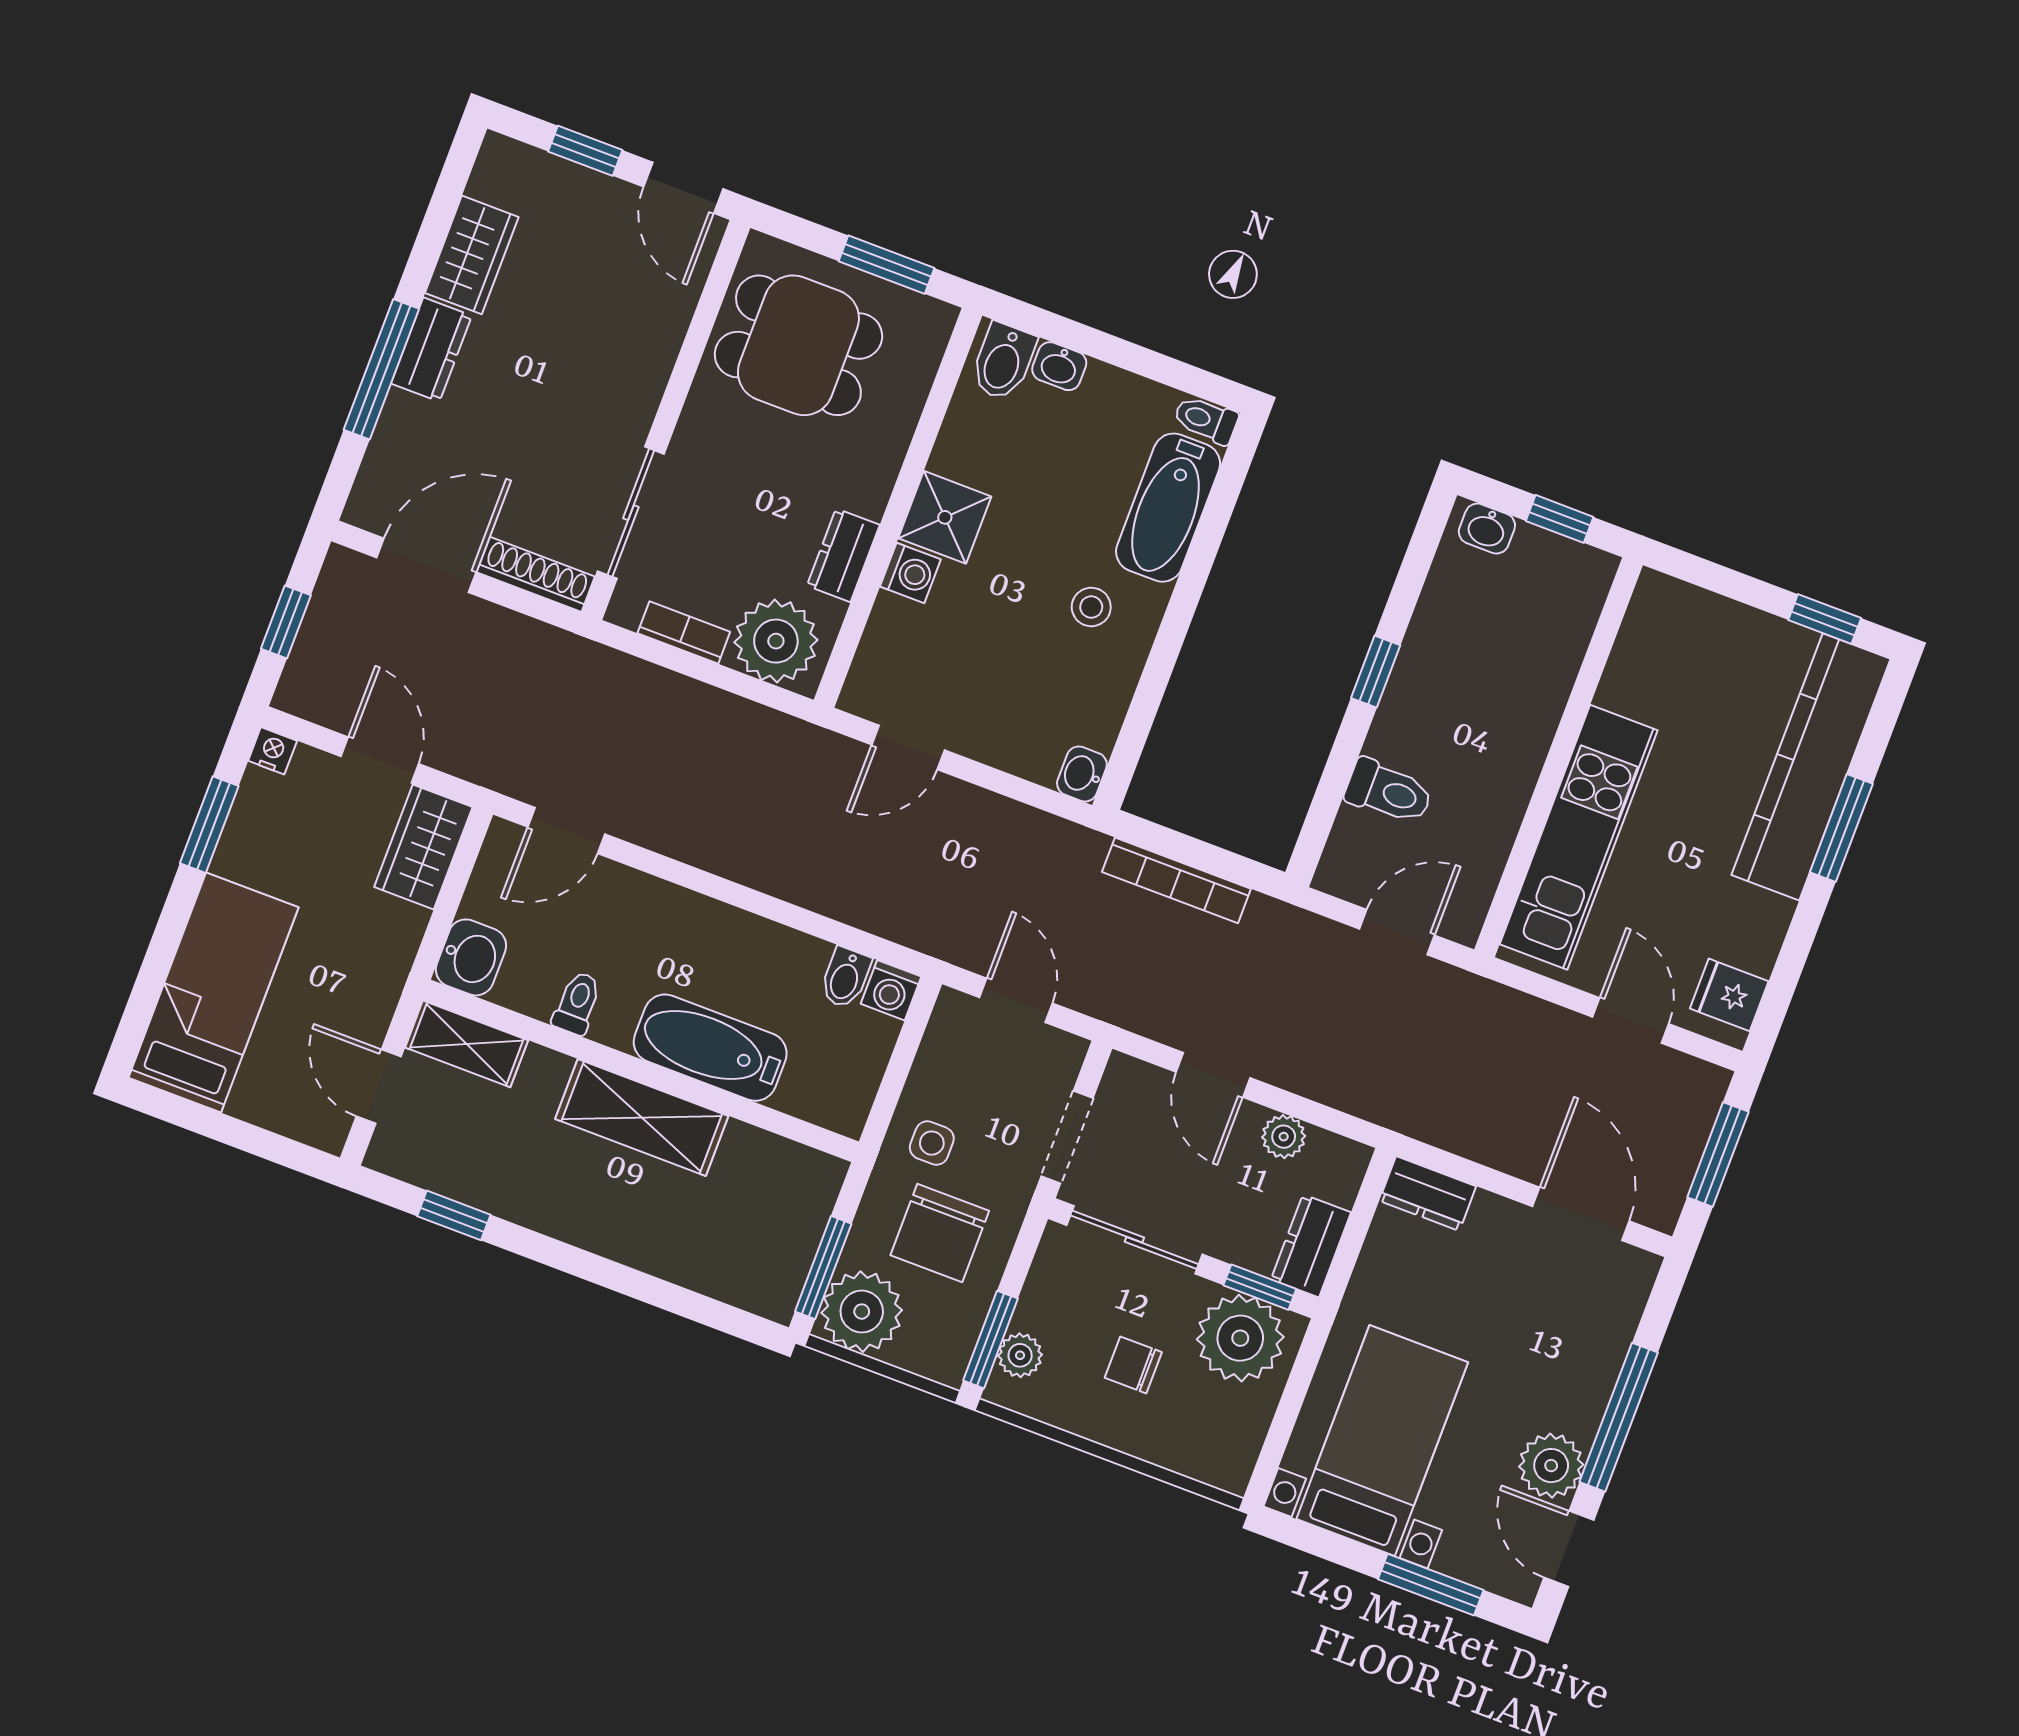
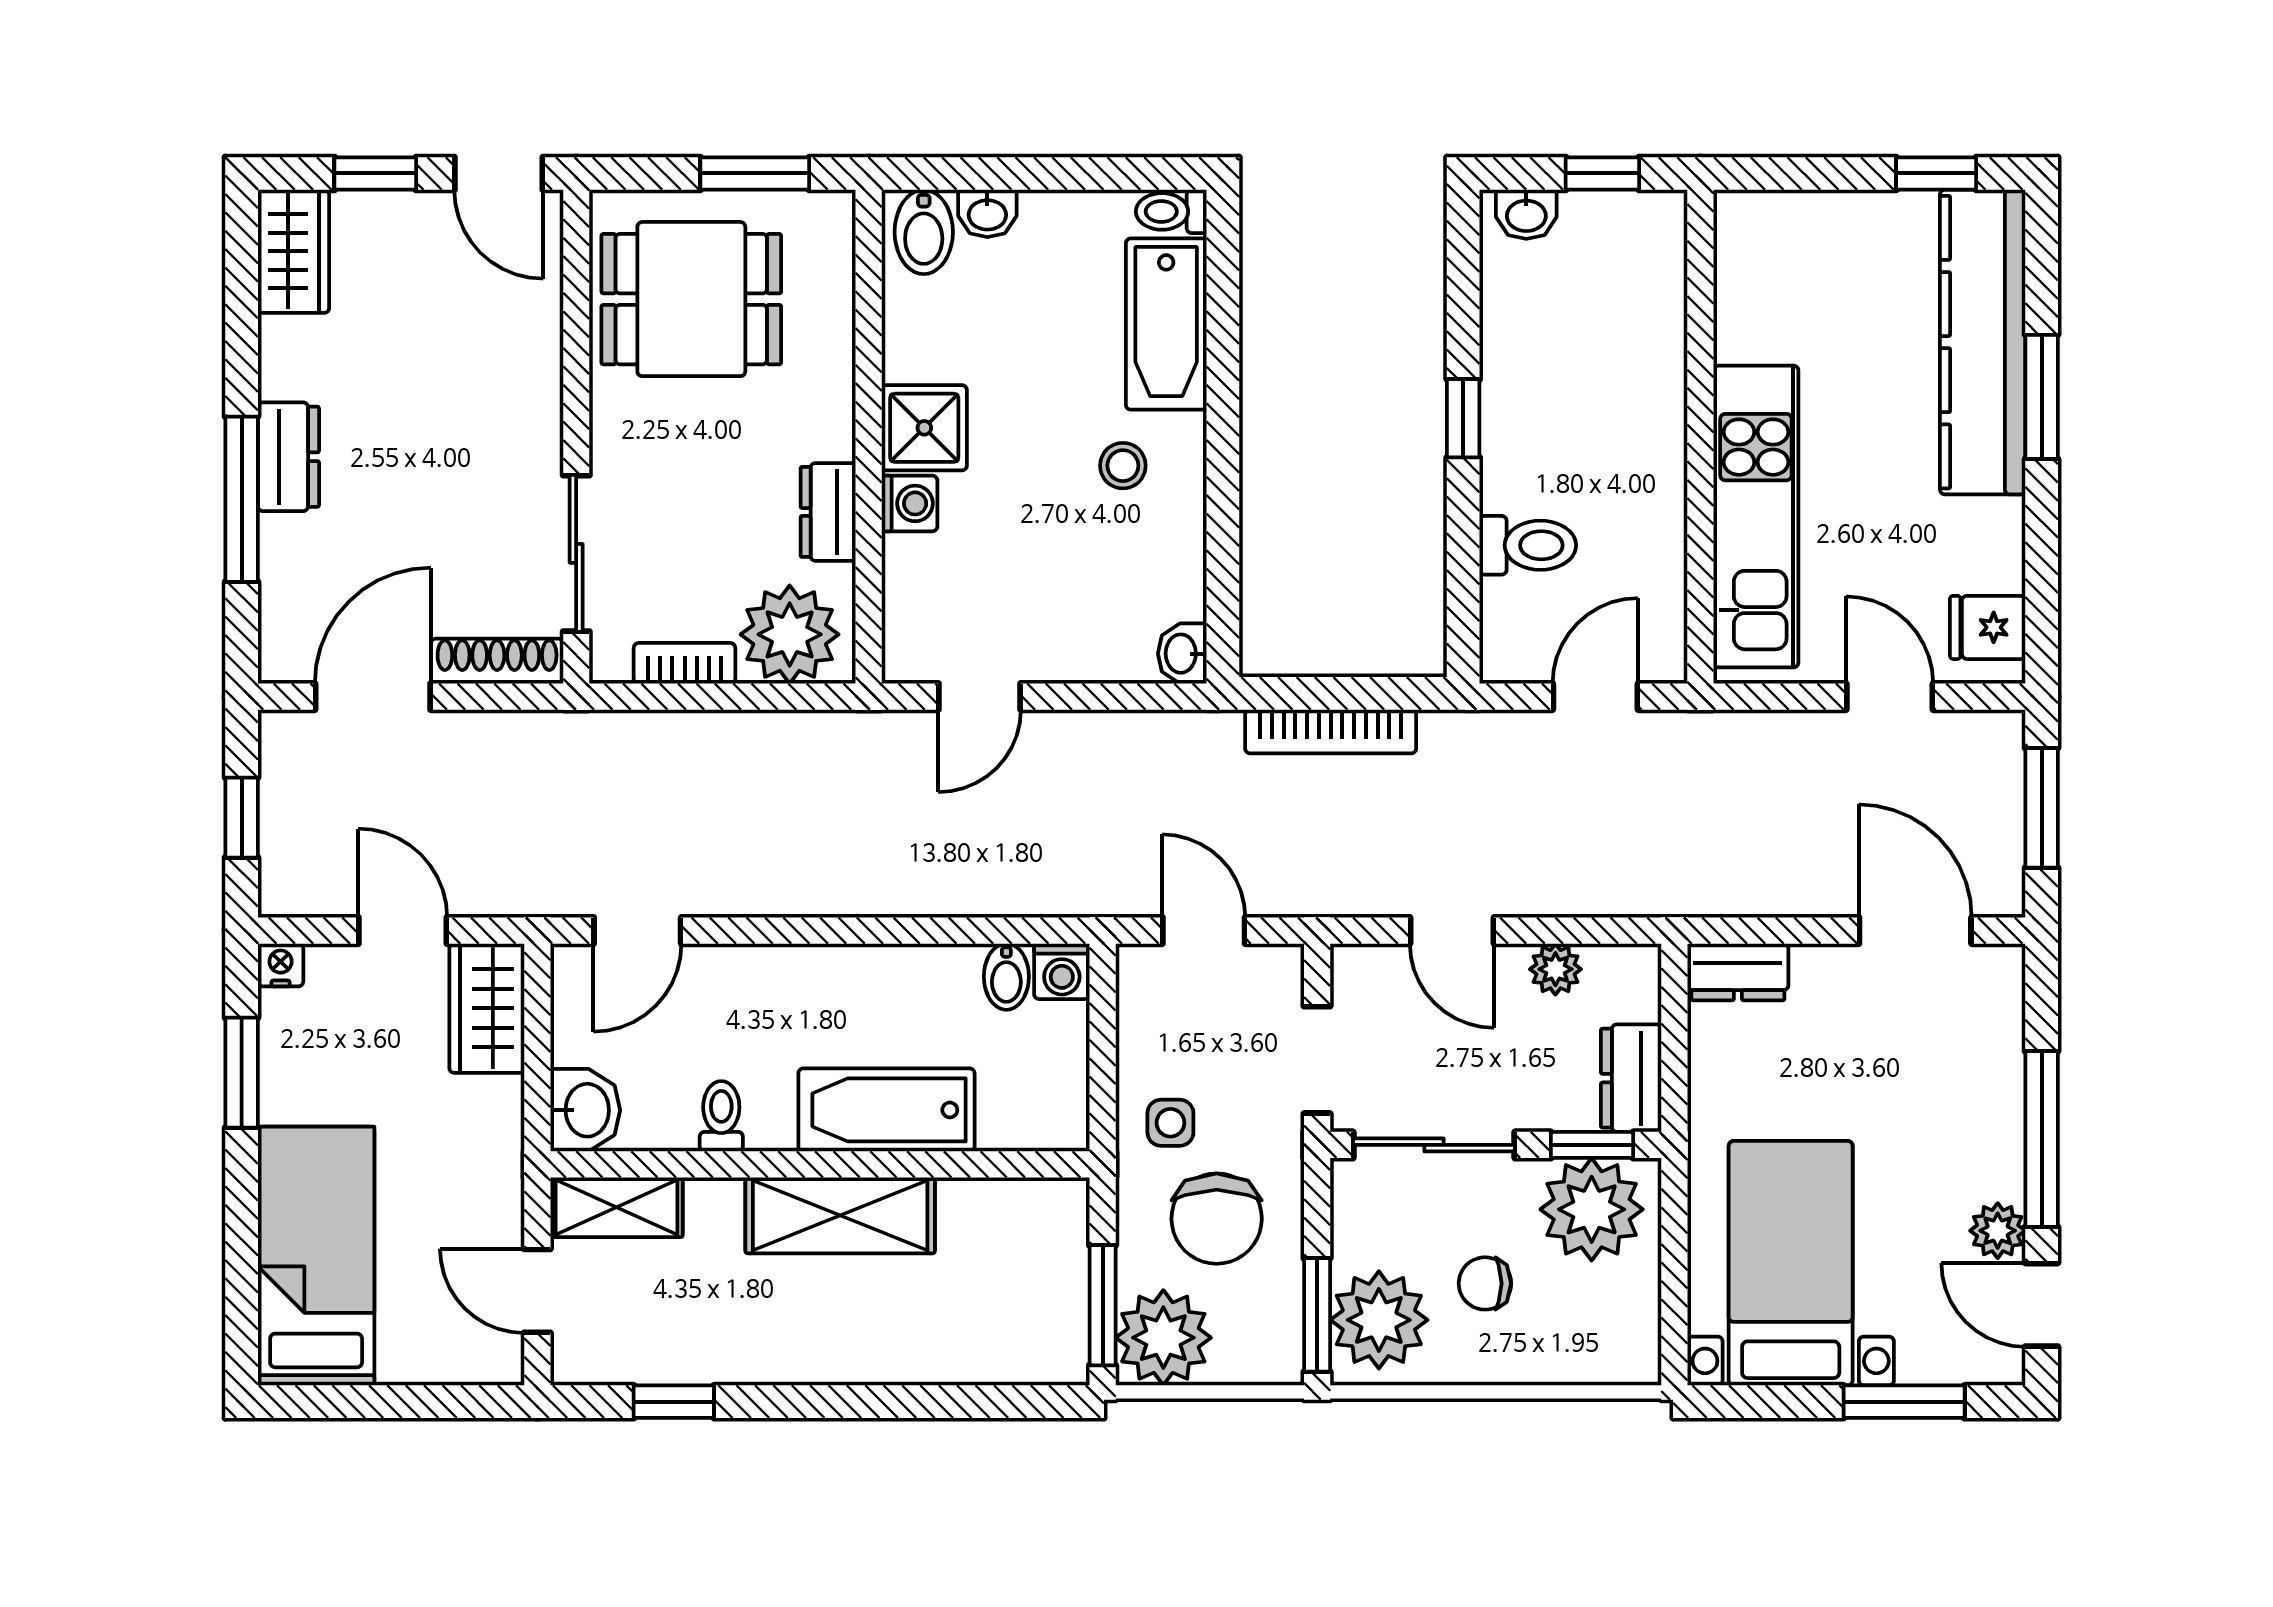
wardrobe: (472, 255) -> (294, 251), moved
plant: (1020, 1355) -> (1379, 1320), width x1.88, depth x1.88
plant: (1551, 1466) -> (1998, 1231), width x0.73, depth x0.73

